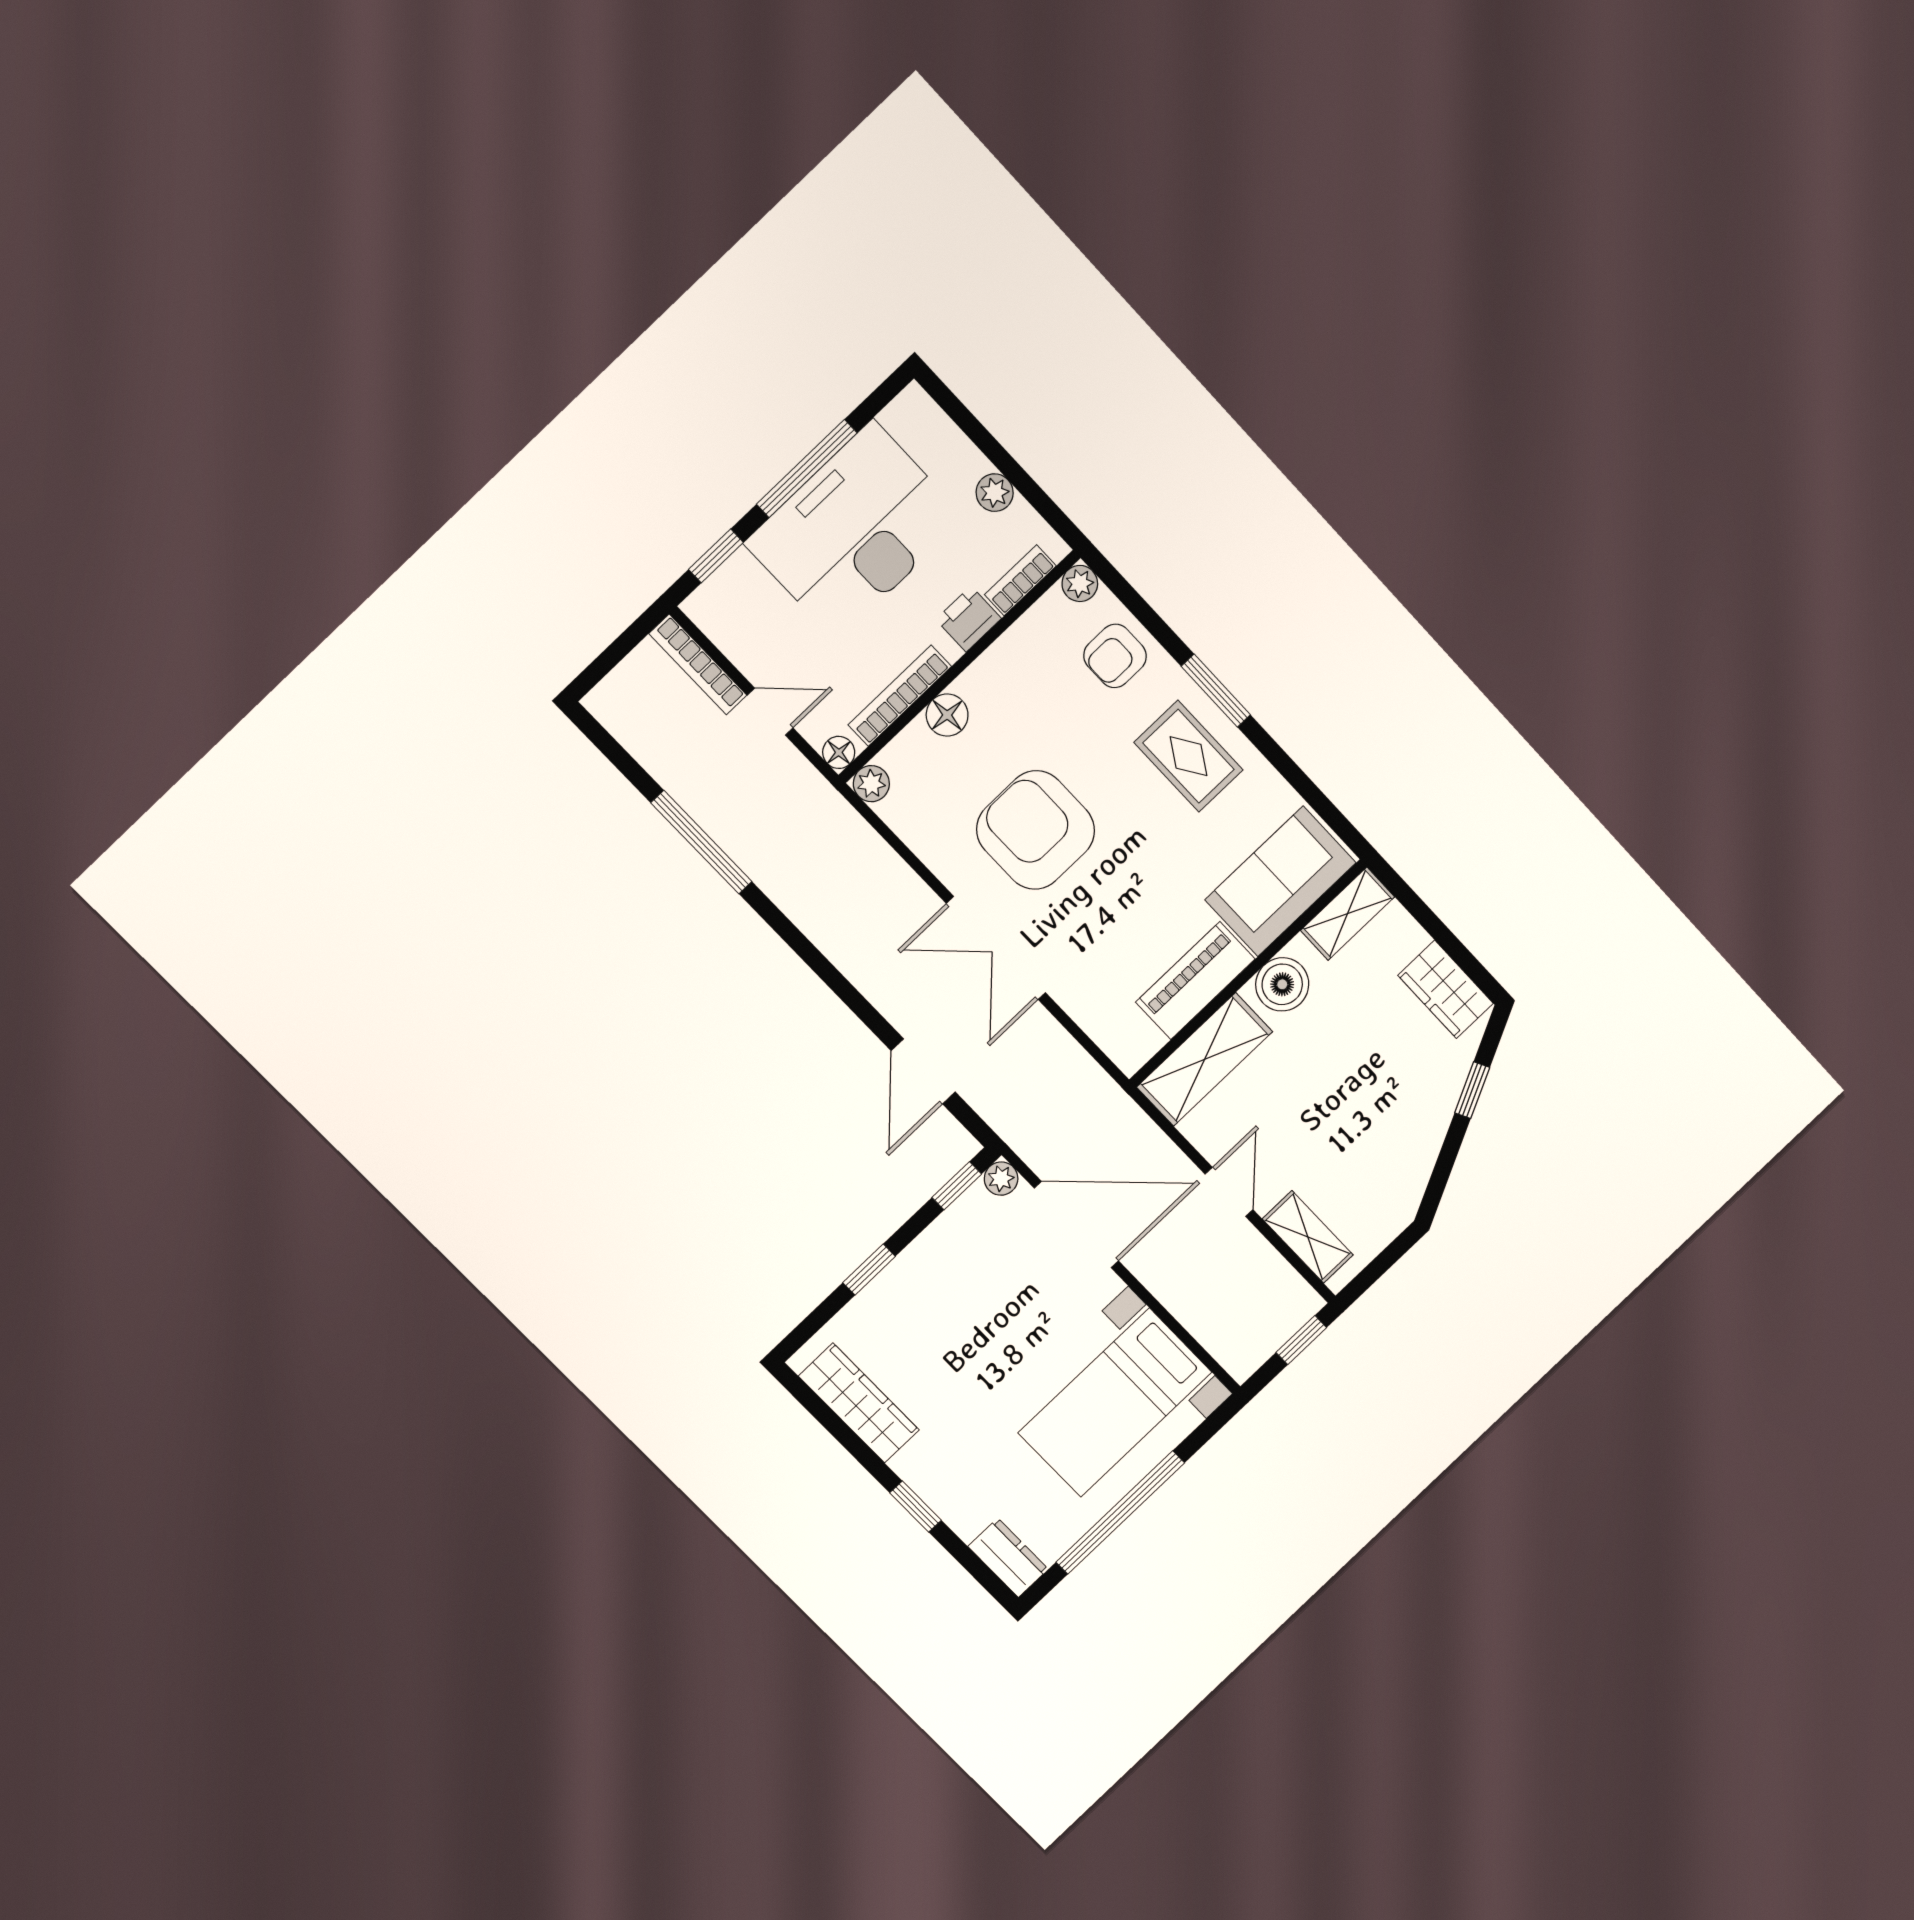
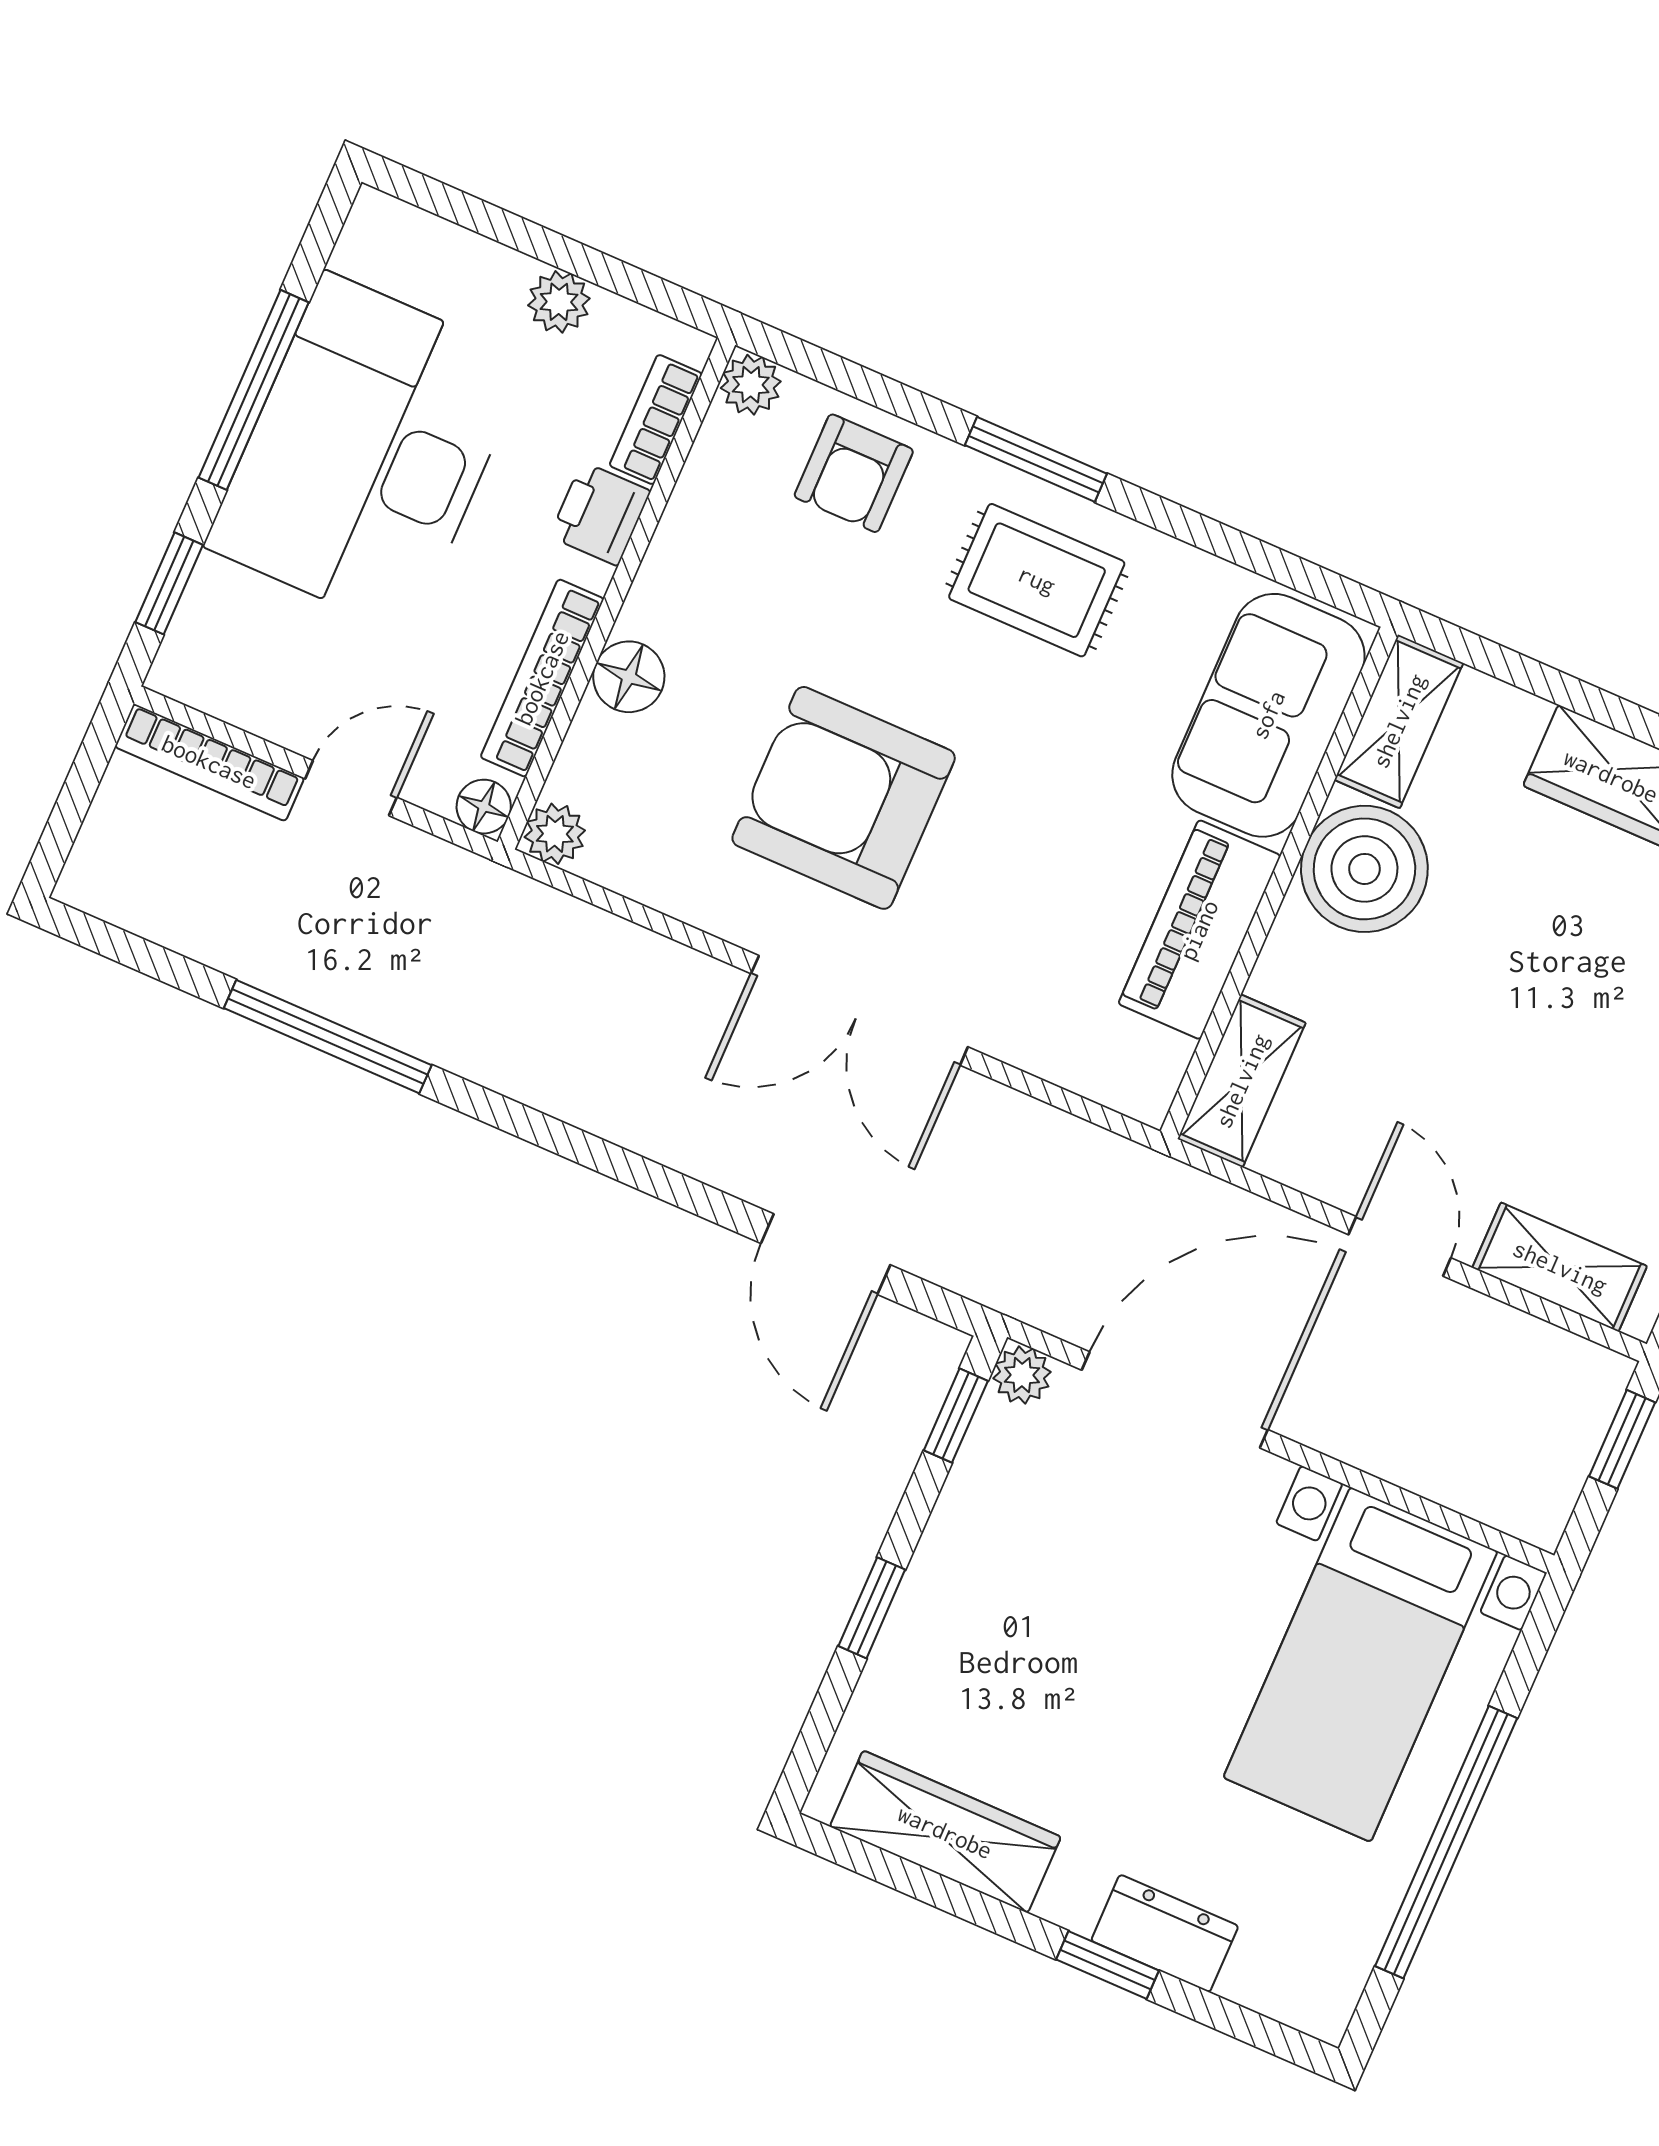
boiler: (1282, 984) -> (1364, 869), width x1.37, depth x1.37
shelving: (1205, 1059) -> (1242, 1081), width x0.67, depth x0.75
dresser: (1008, 1558) -> (1165, 1933), moved

